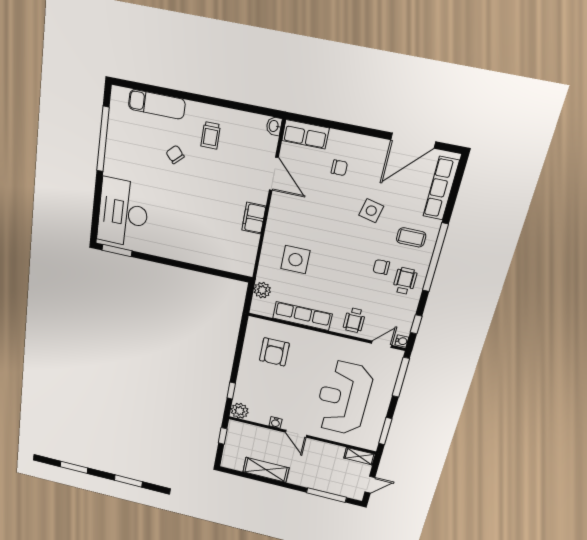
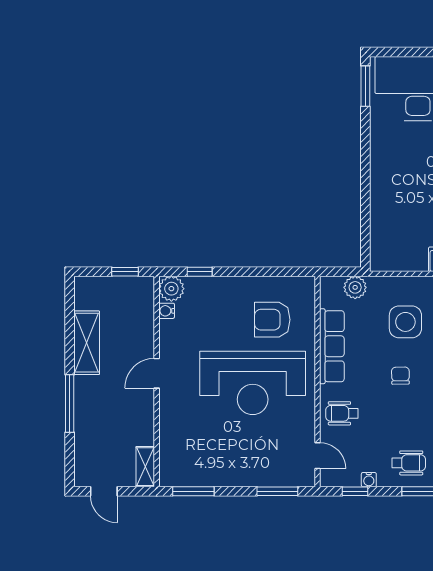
chair: (381, 267) -> (400, 376), moved
water cooler: (402, 341) -> (369, 480), moved
window: (401, 377) -> (277, 491), width x0.69
reception desk: (343, 398) -> (253, 383), moved, turned 180
water cooler: (276, 422) -> (167, 311), moved
window: (326, 495) -> (70, 403), moved

